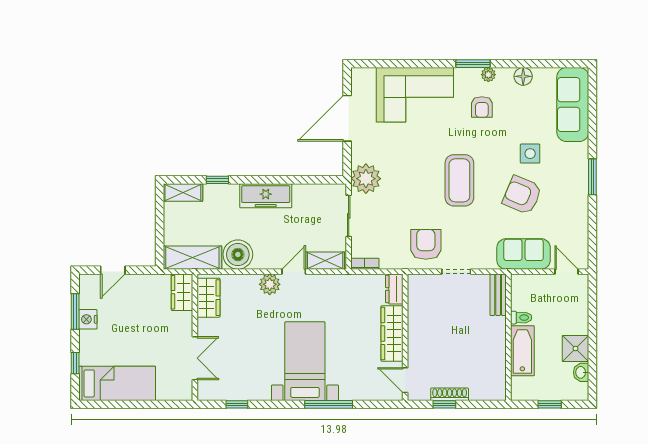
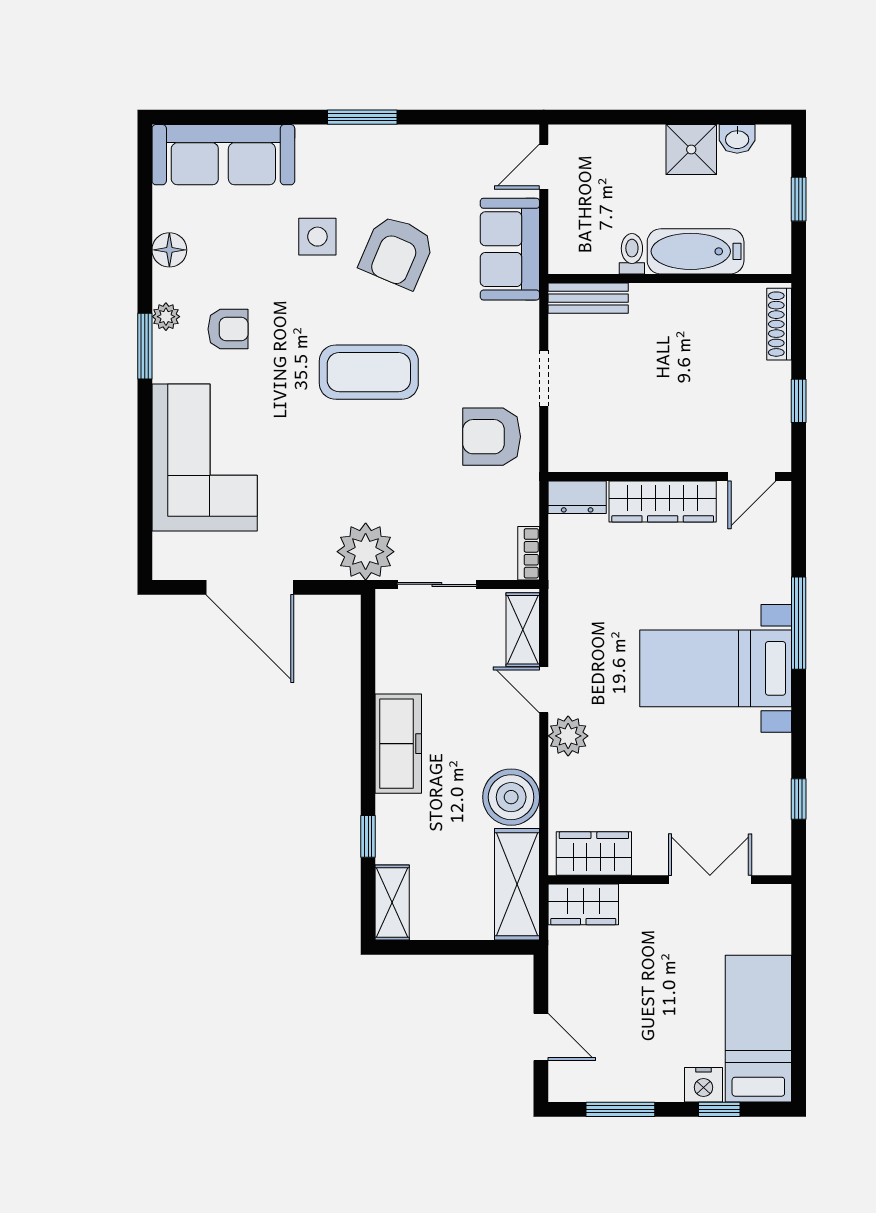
nightstand: (88, 319) -> (703, 1085), moved
shoe rack: (450, 394) -> (779, 324), moved

